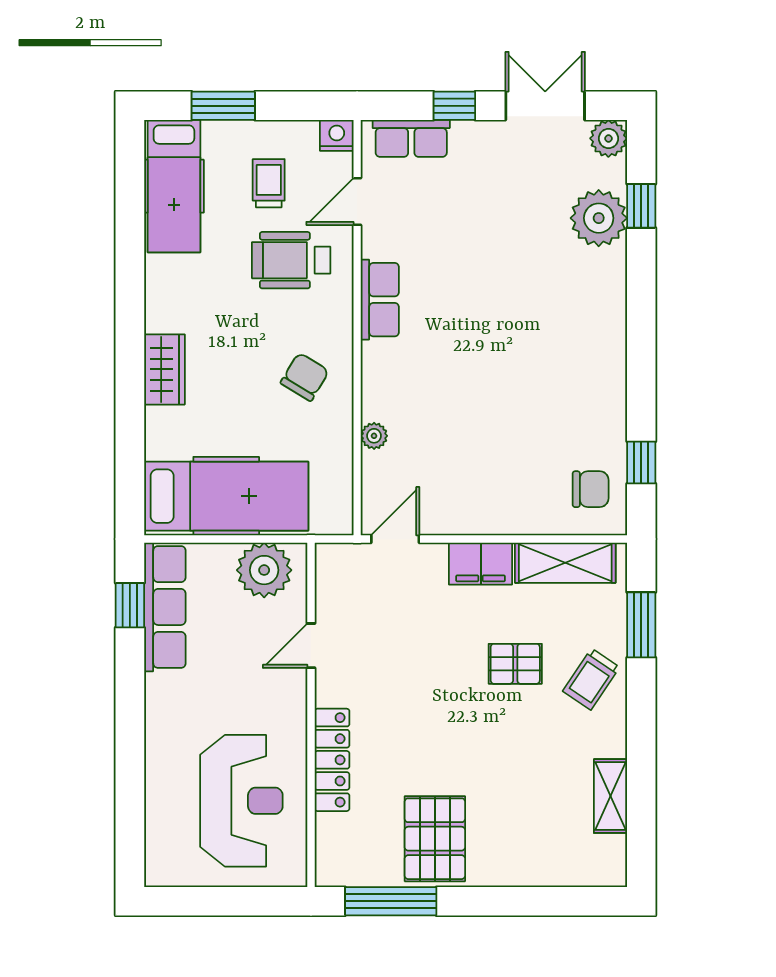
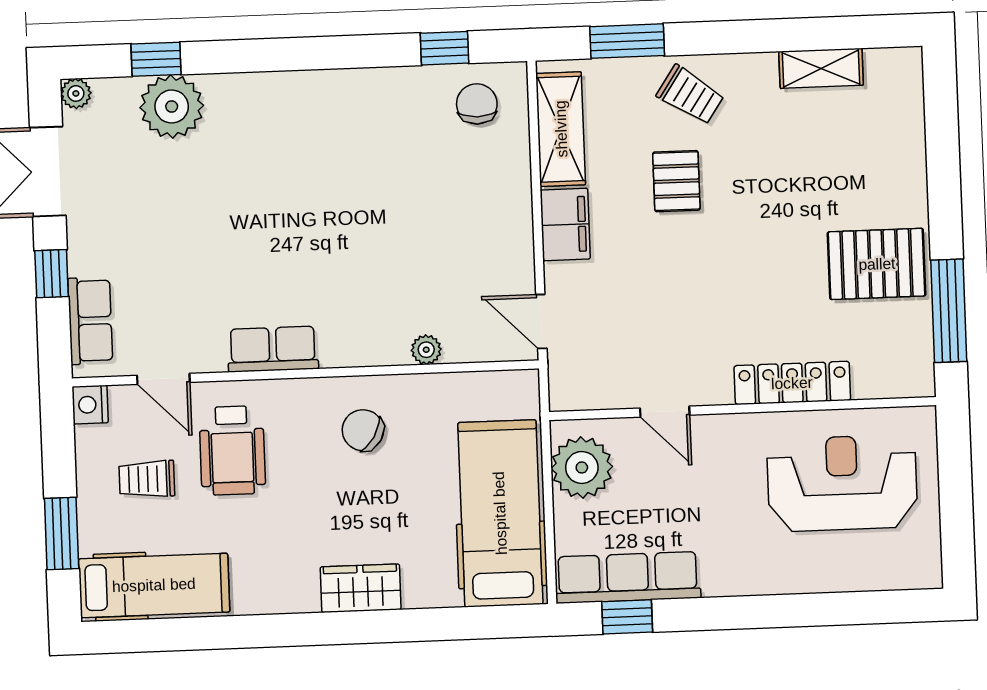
plant: (608, 138) -> (76, 93), width x0.73, depth x0.73

